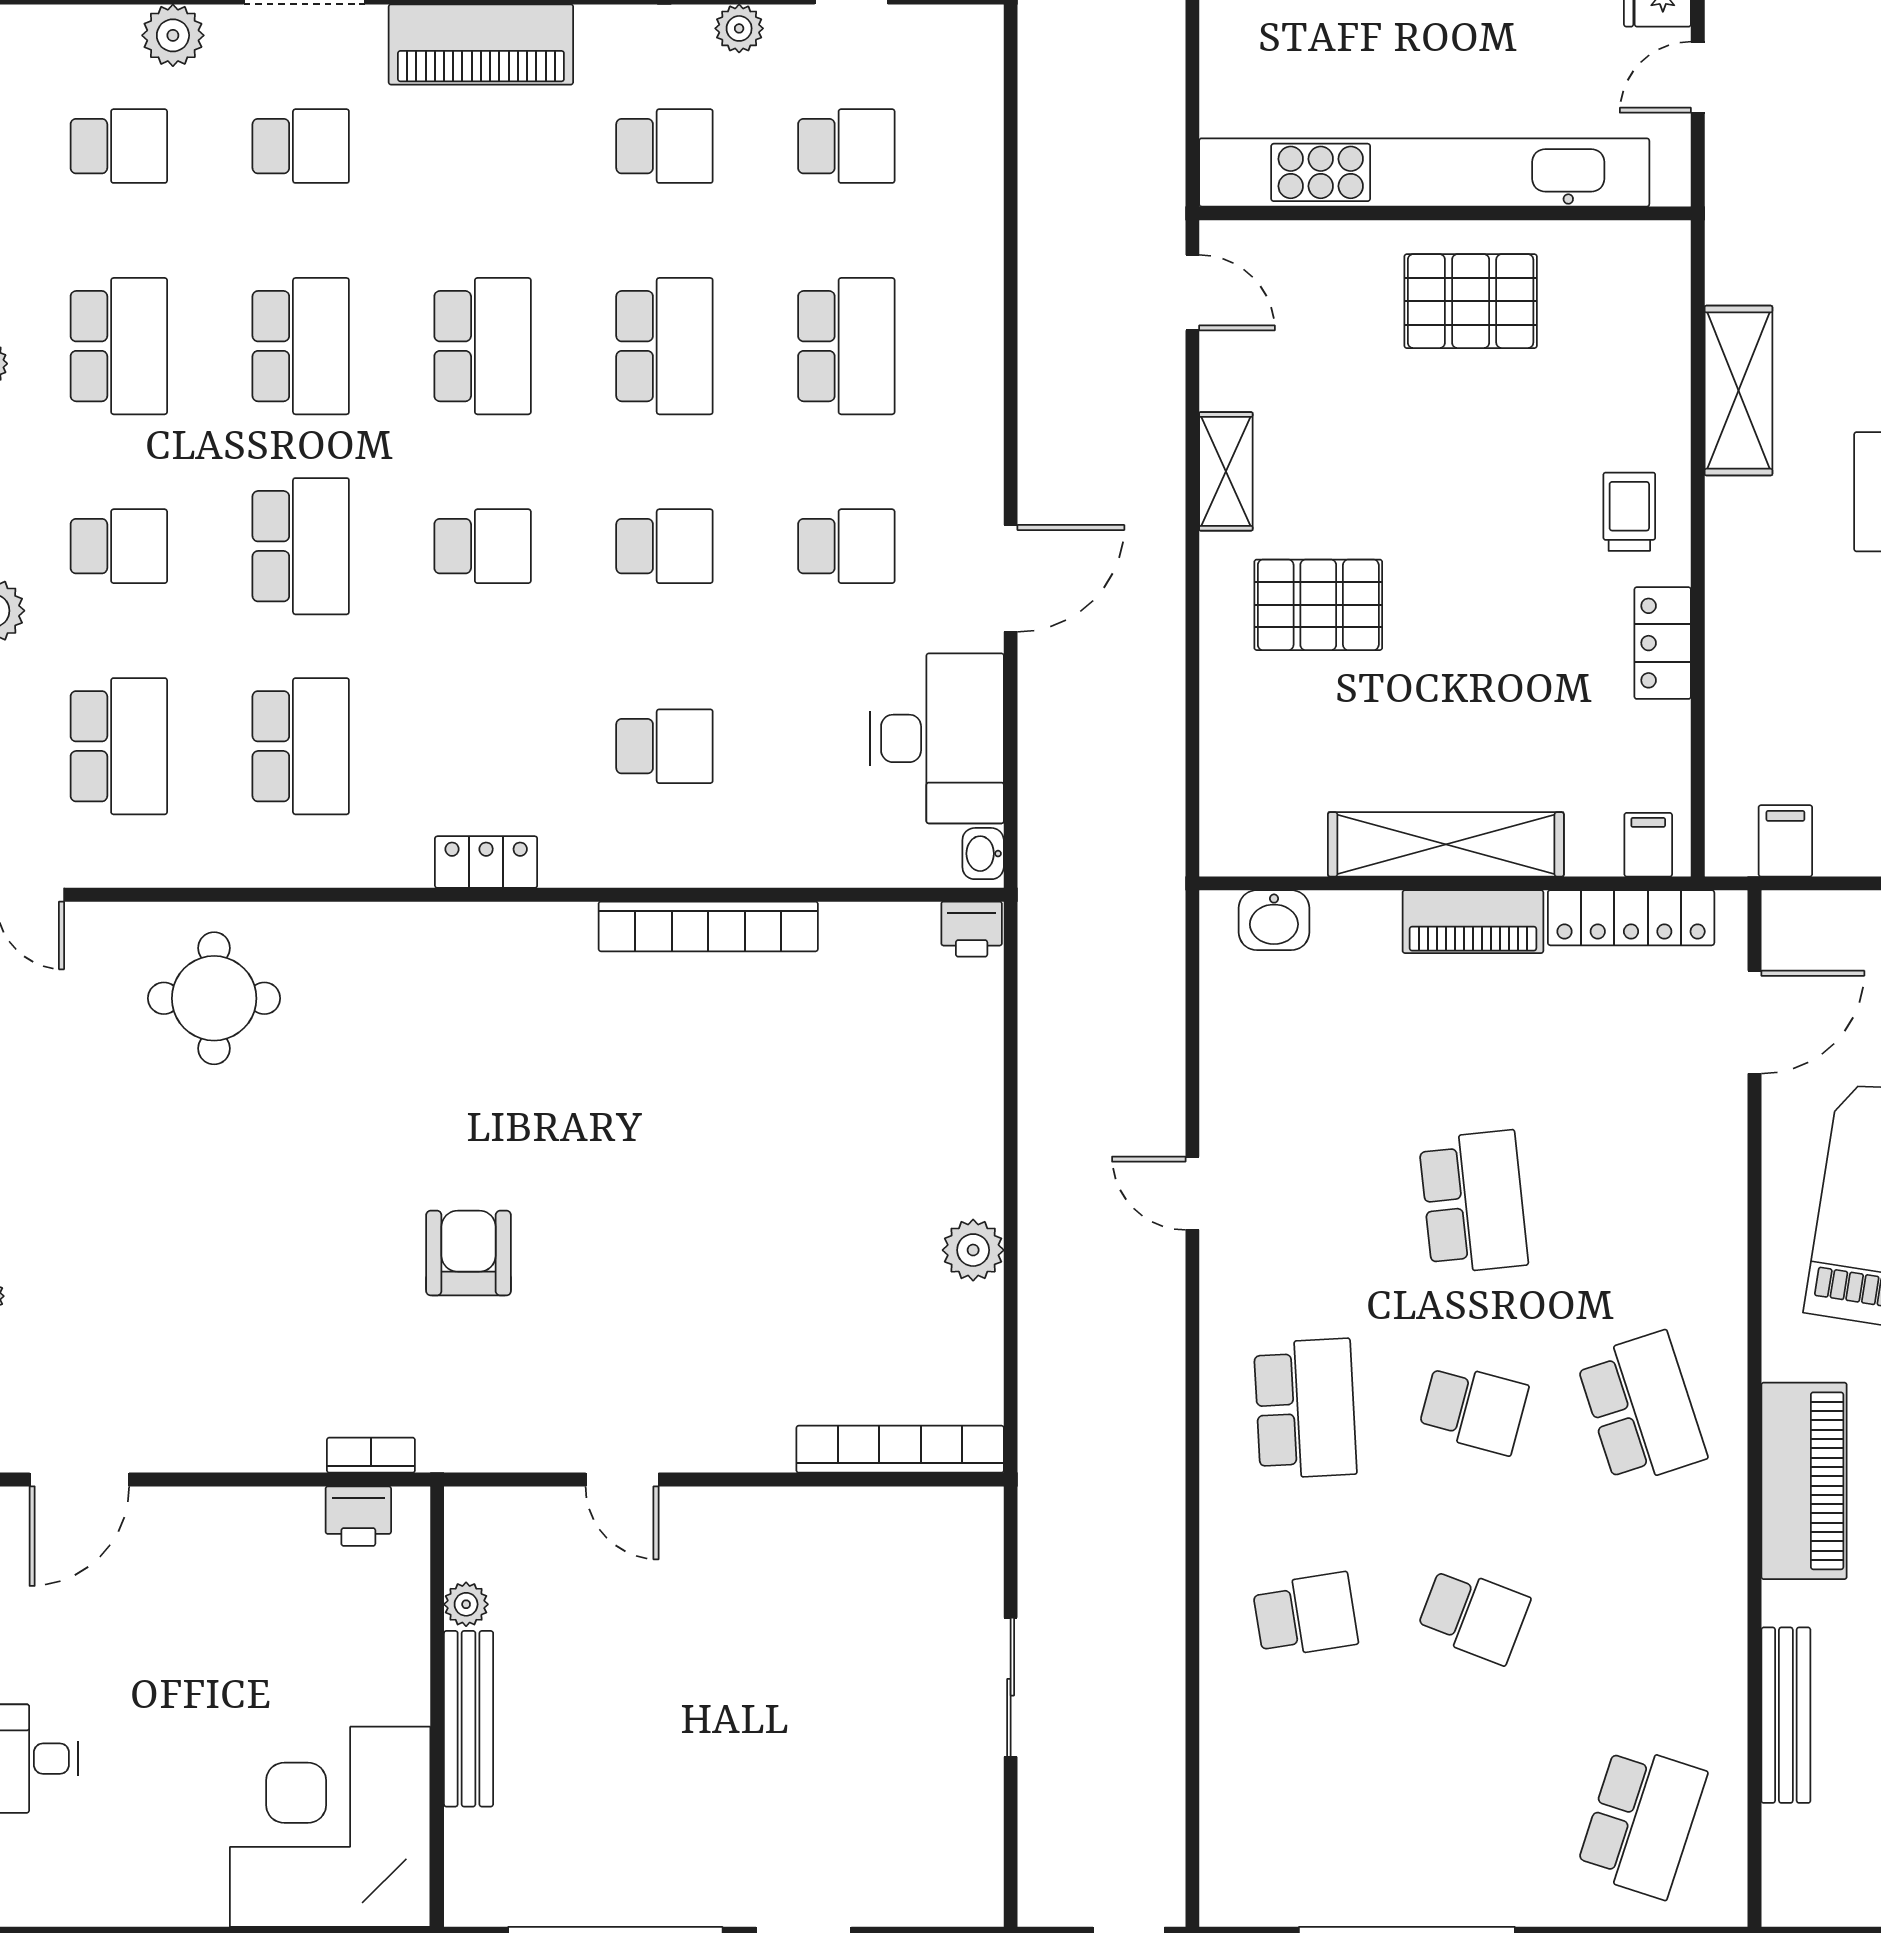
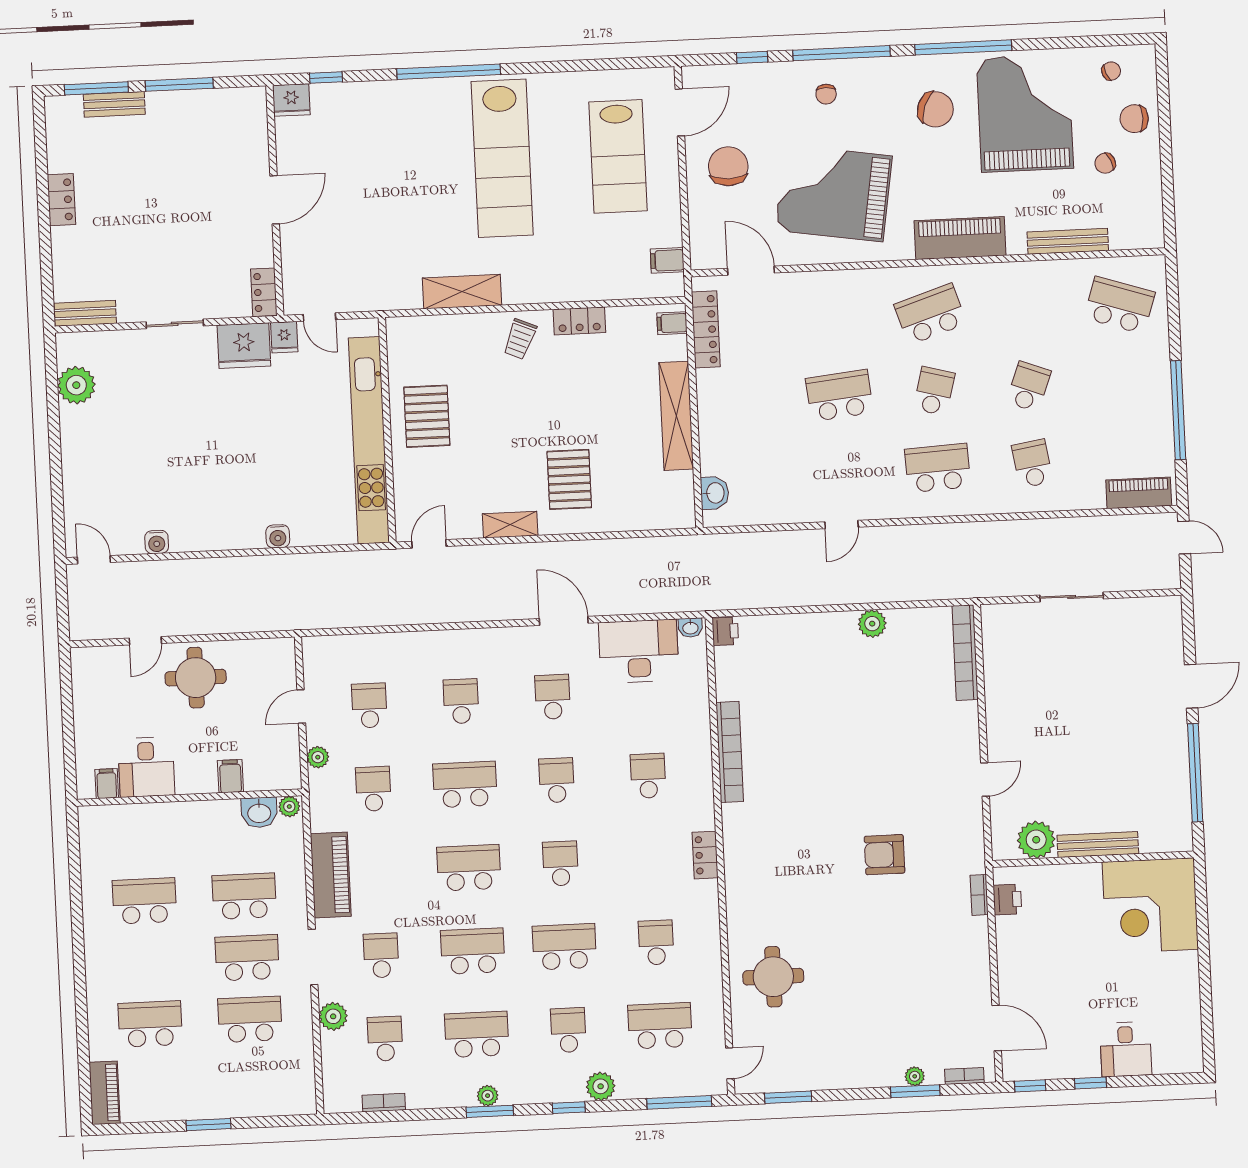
school desk: (846, 346) -> (461, 701), width x0.54
trolley: (1629, 512) -> (520, 339), turned -67
school desk: (301, 746) -> (656, 942), width x0.54
piano: (1473, 922) -> (1139, 493), moved, turned -90
plant: (466, 1604) -> (1036, 840), width x1.88, depth x1.88

